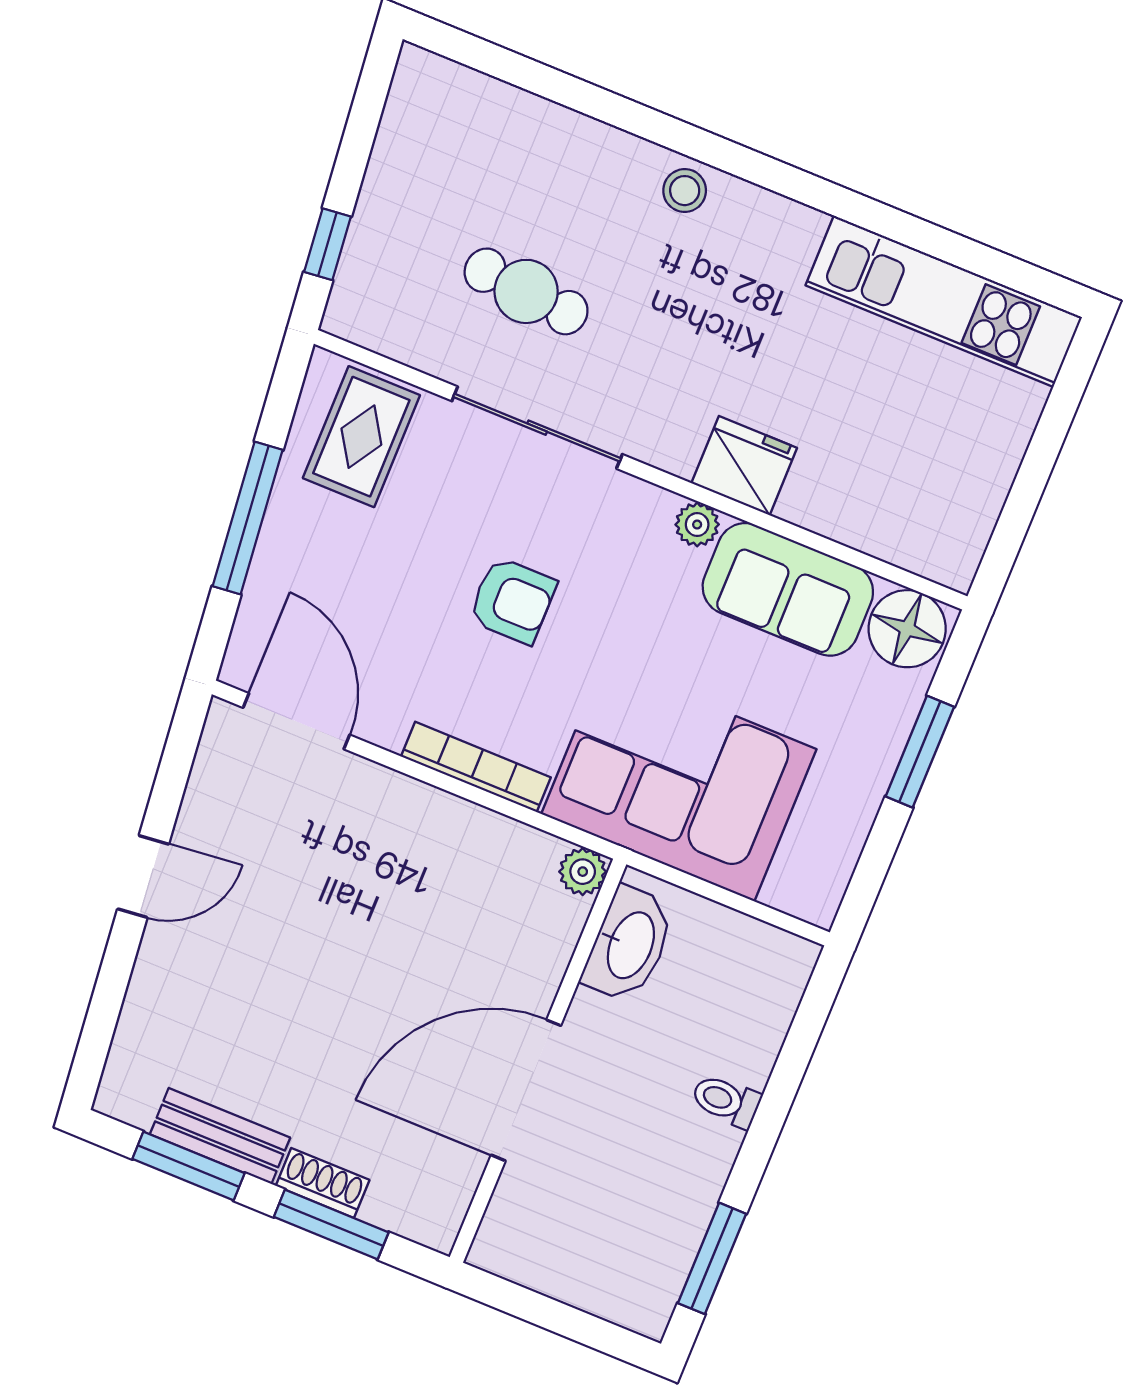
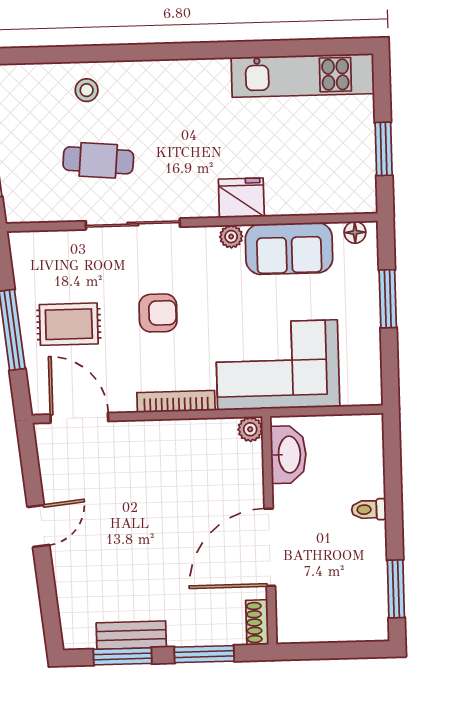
stool: (685, 191) -> (87, 90), moved
rug: (361, 437) -> (69, 324), moved, turned 90
window: (1027, 490) -> (384, 149), added
floor lamp: (907, 629) -> (355, 232), width x0.53, depth x0.53
shoe rack: (323, 1183) -> (257, 622), moved, turned -90

